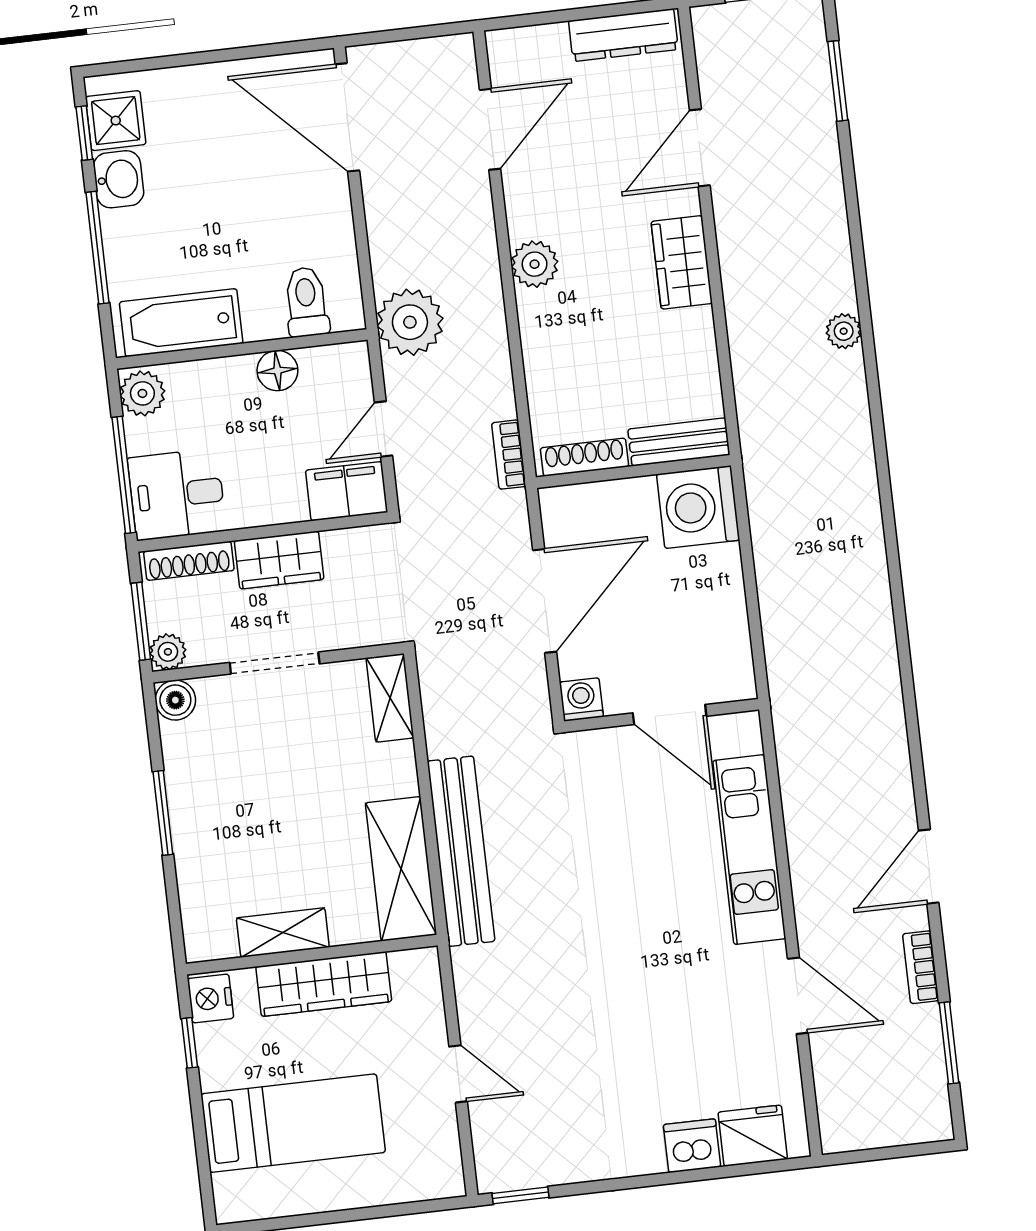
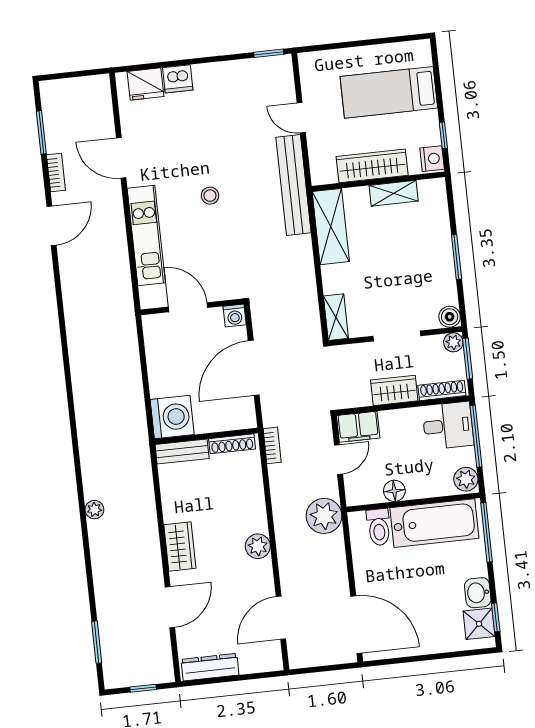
window: (98, 248) -> (487, 532), moved
bathtub: (181, 323) -> (434, 523), width x1.36, depth x1.36
bench: (461, 851) -> (293, 185), moved
stool: (630, 926) -> (210, 196), added

